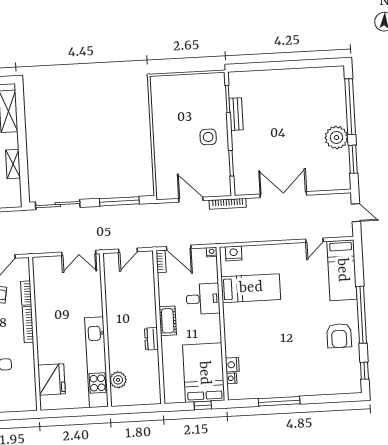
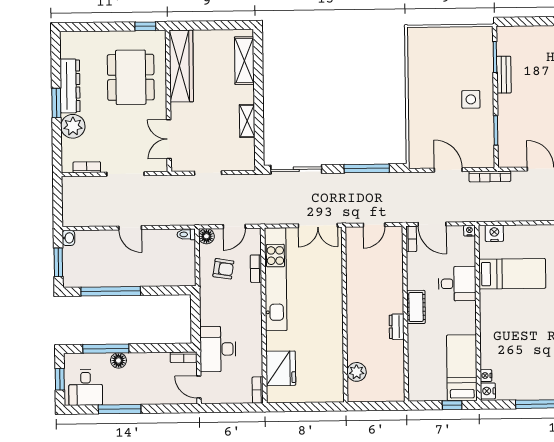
bookcase: (28, 324) -> (258, 390), moved, width x0.64
kitchen unit: (96, 362) -> (276, 279), moved, turned 180
nightstand: (232, 365) -> (488, 391), moved
bed: (204, 373) -> (462, 368), width x0.67

